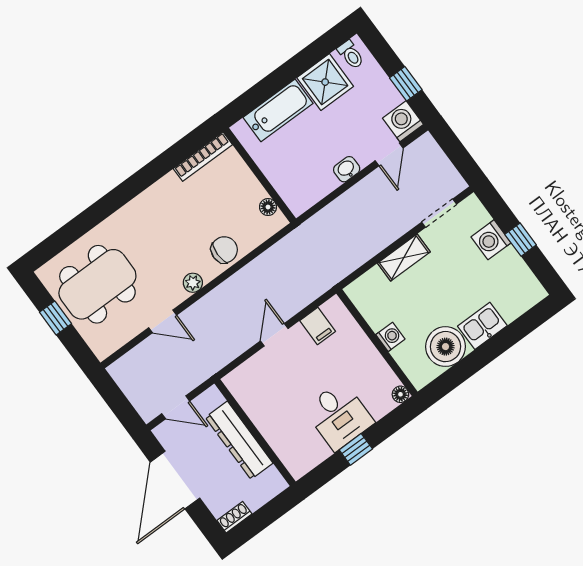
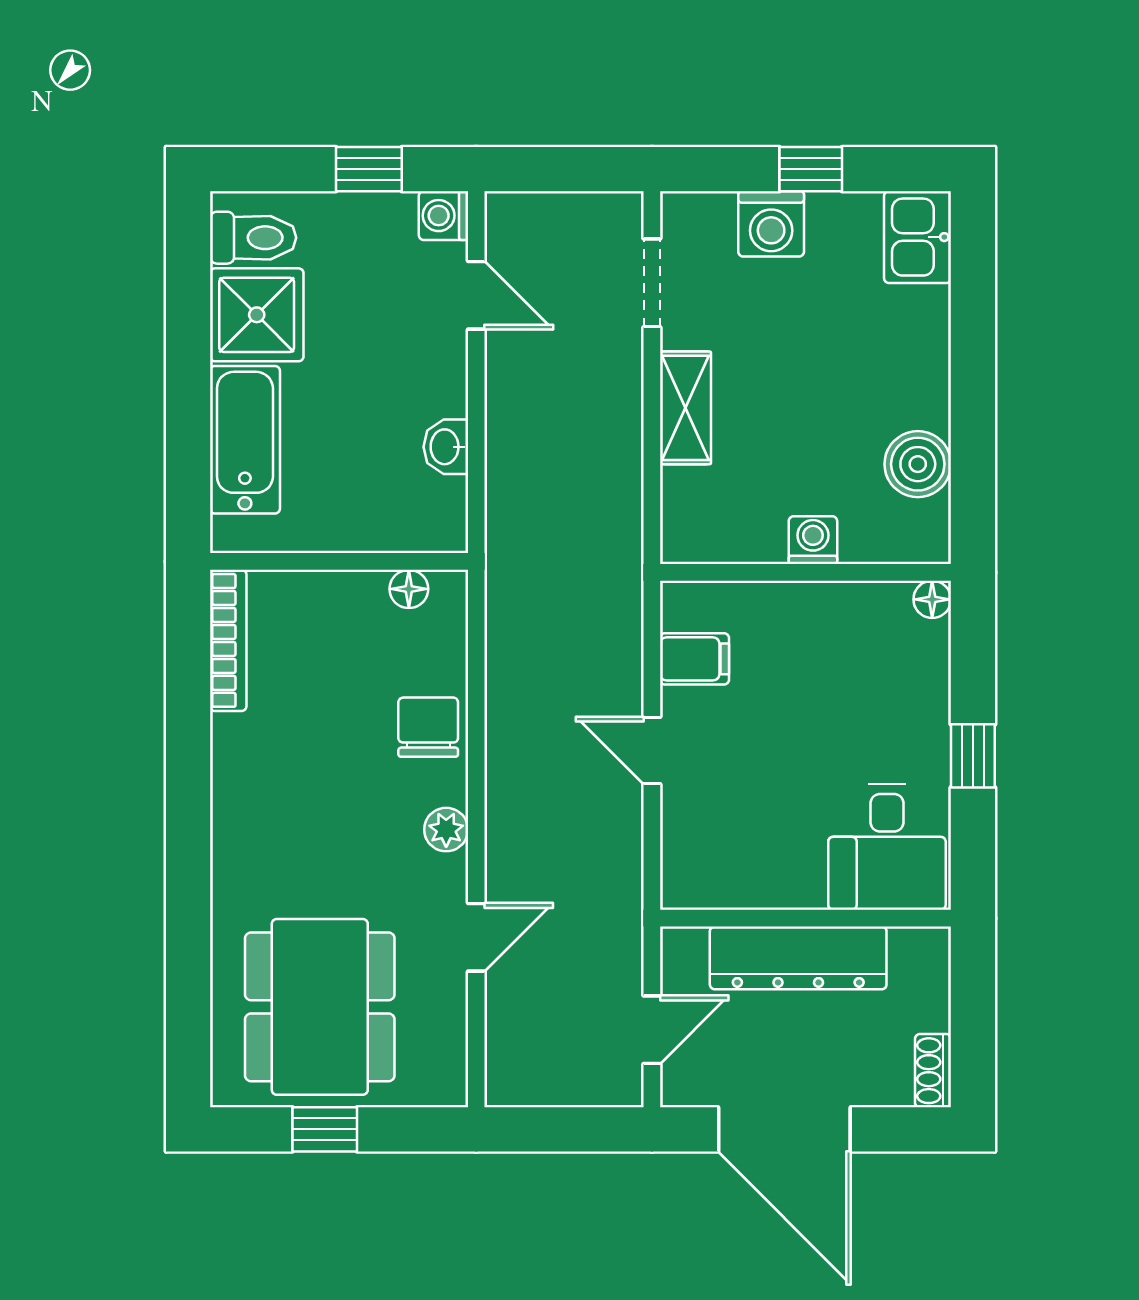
toilet: (351, 55) -> (253, 238), width x1.37, depth x1.39
washing machine: (403, 121) -> (443, 216), width x0.73, depth x0.73
washbasin: (347, 169) -> (446, 447), moved
kitchen sink: (482, 326) -> (918, 237), moved
boiler: (446, 347) -> (918, 464), width x0.73, depth x0.73
desk: (339, 416) -> (887, 847), moved, turned 90

